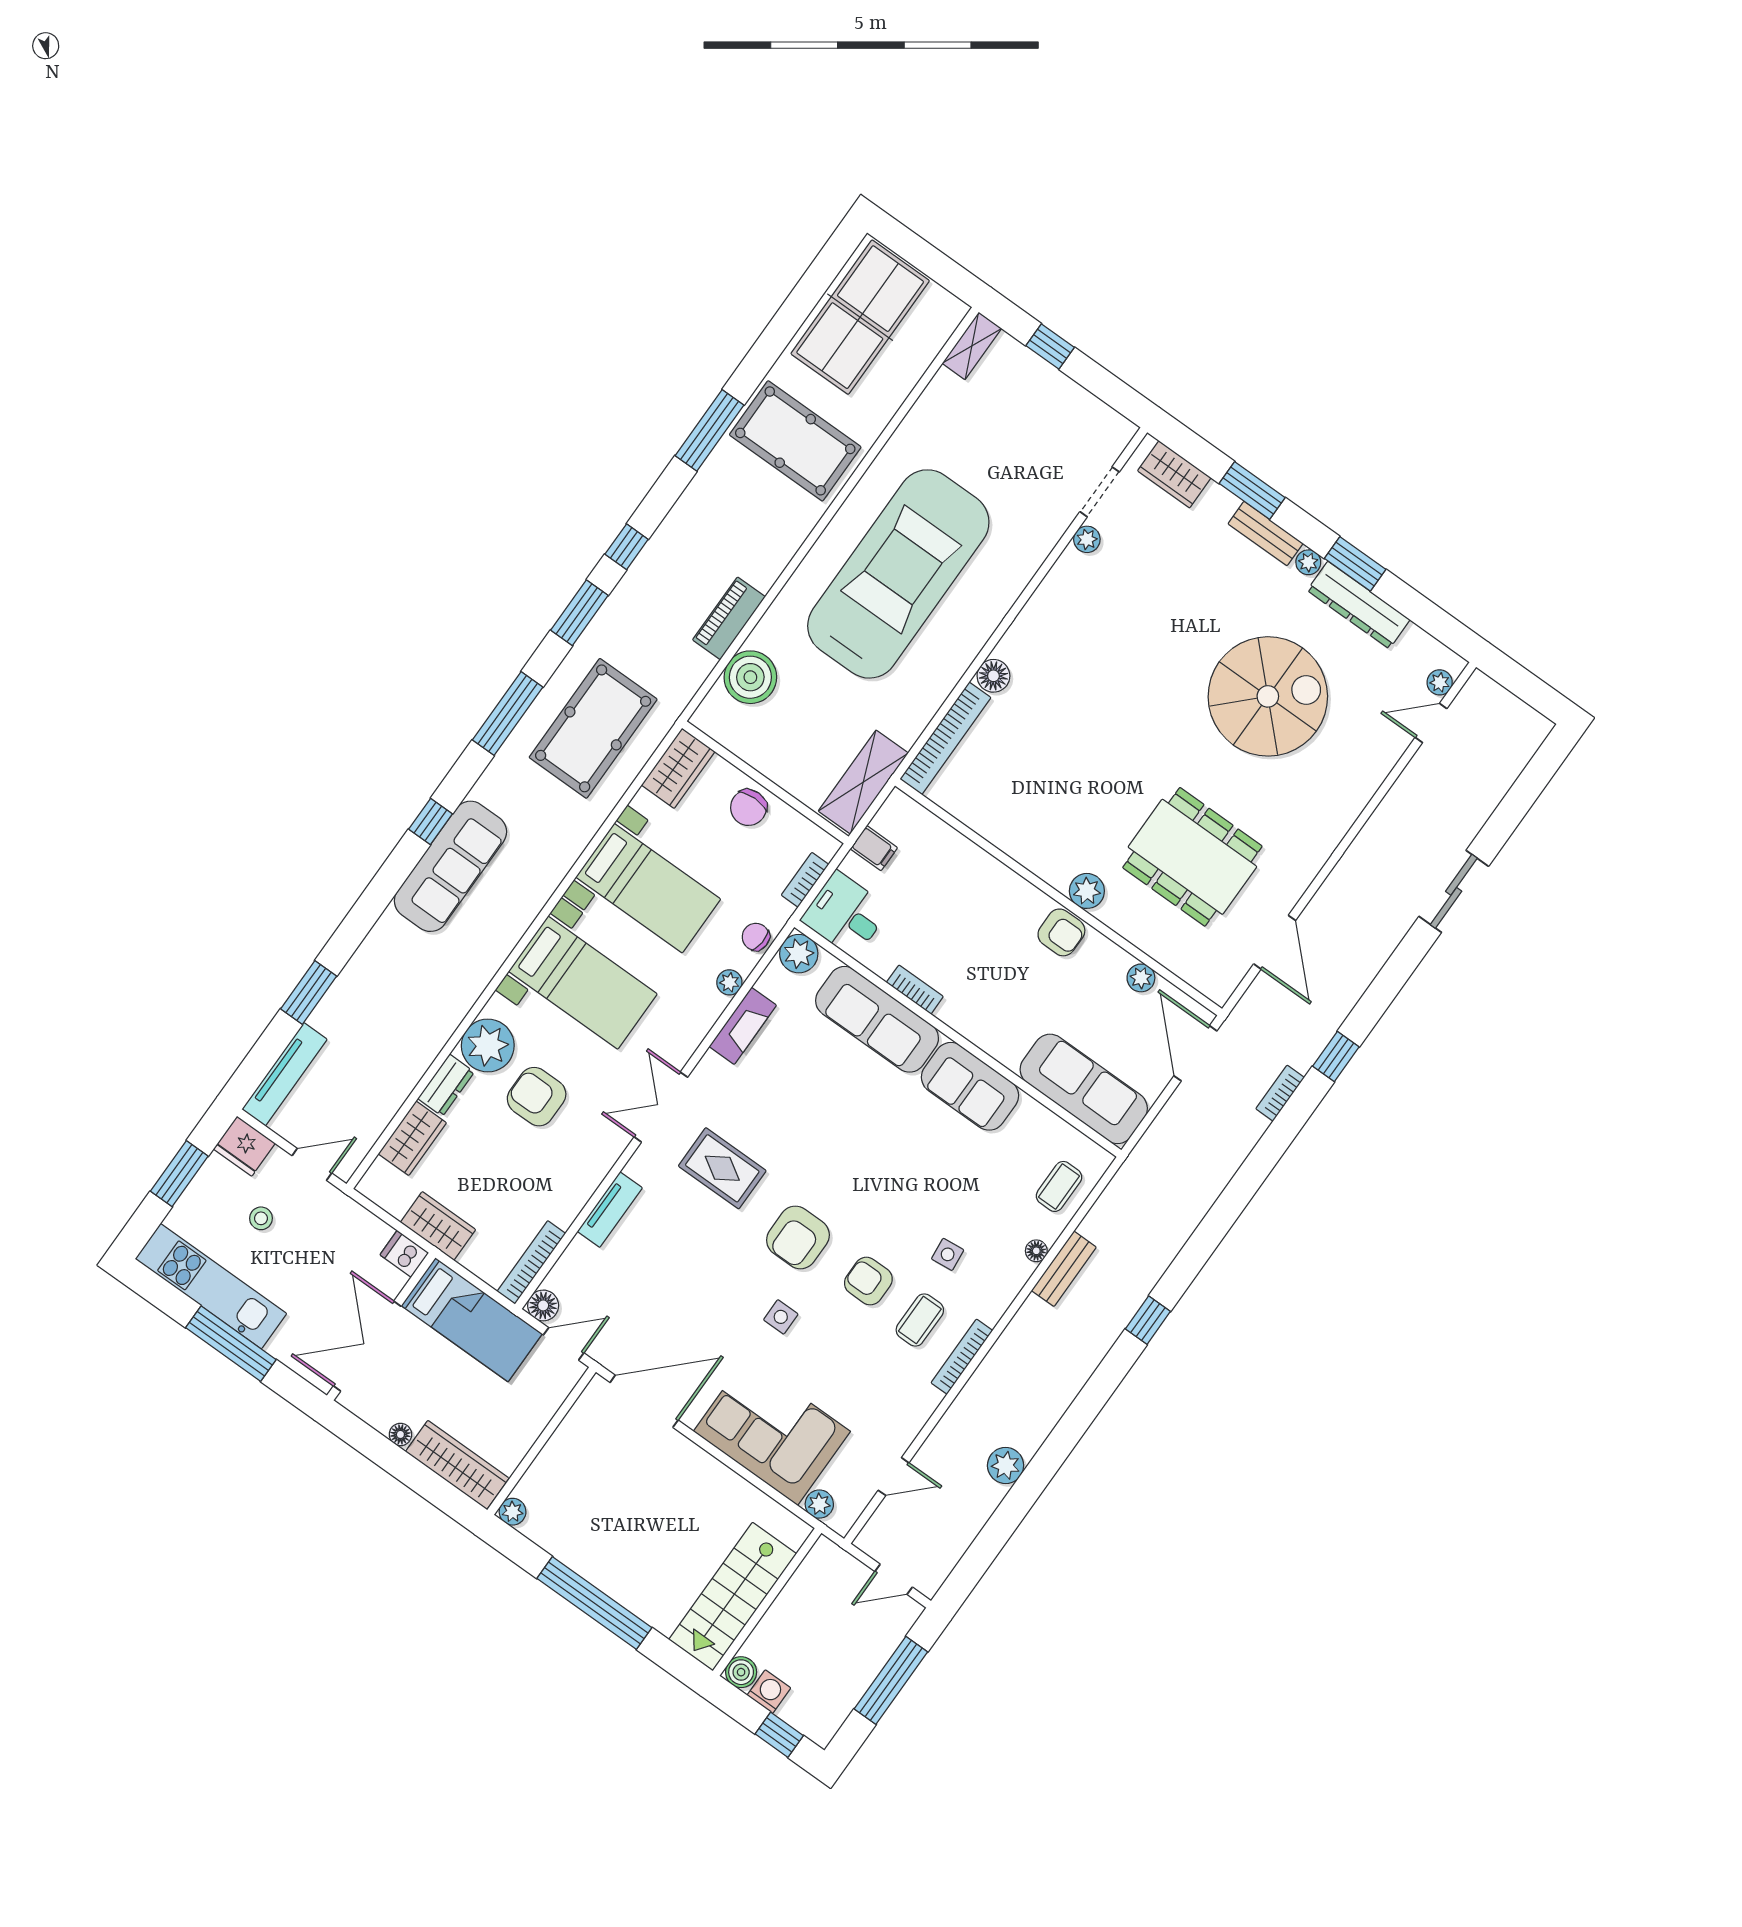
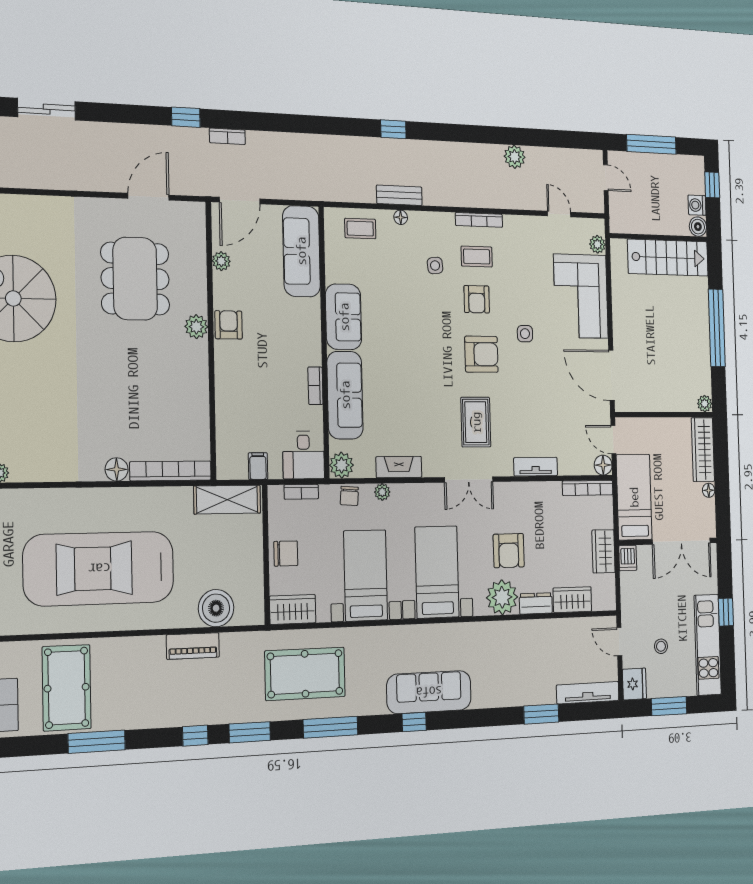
window: (231, 1344) -> (726, 612), width x0.46

